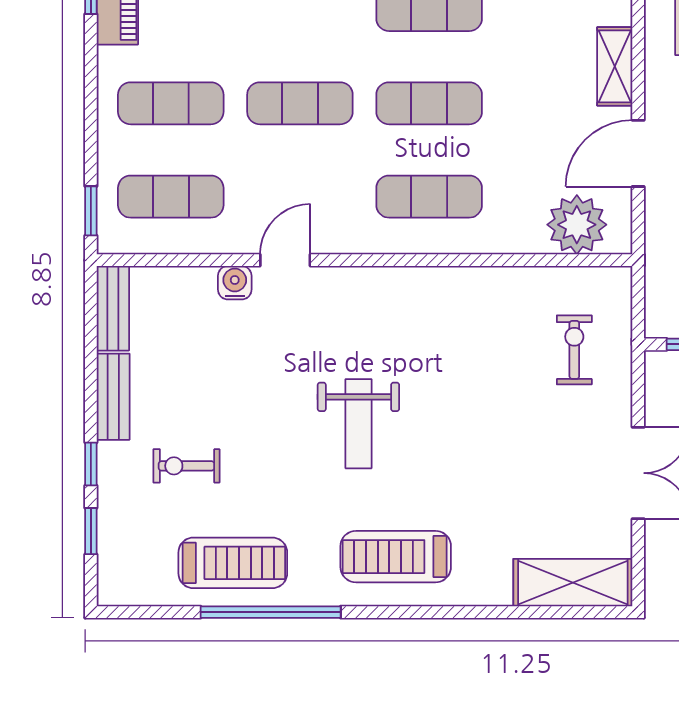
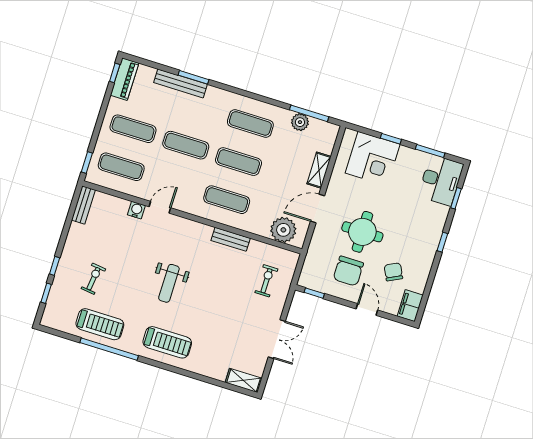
bench: (113, 397) -> (231, 239), moved, turned 90
exercise bike: (186, 466) -> (93, 279), turned 97
treadmill: (396, 557) -> (167, 342), turned 180
shelving: (573, 583) -> (244, 380), width x0.67, depth x0.75

